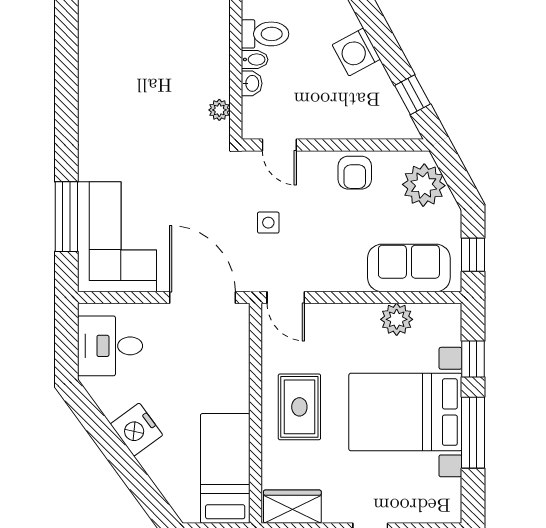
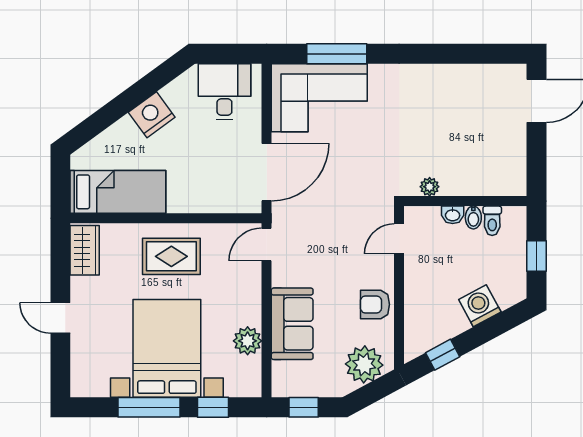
toilet: (265, 34) -> (492, 221), width x0.73, depth x0.72
side table: (268, 223) -> (332, 229), removed
sofa: (409, 268) -> (292, 324), moved

